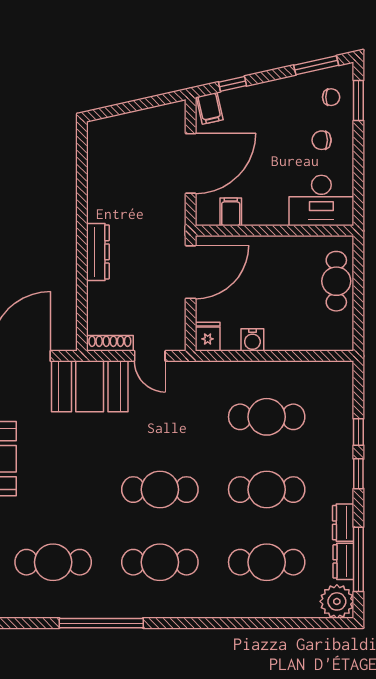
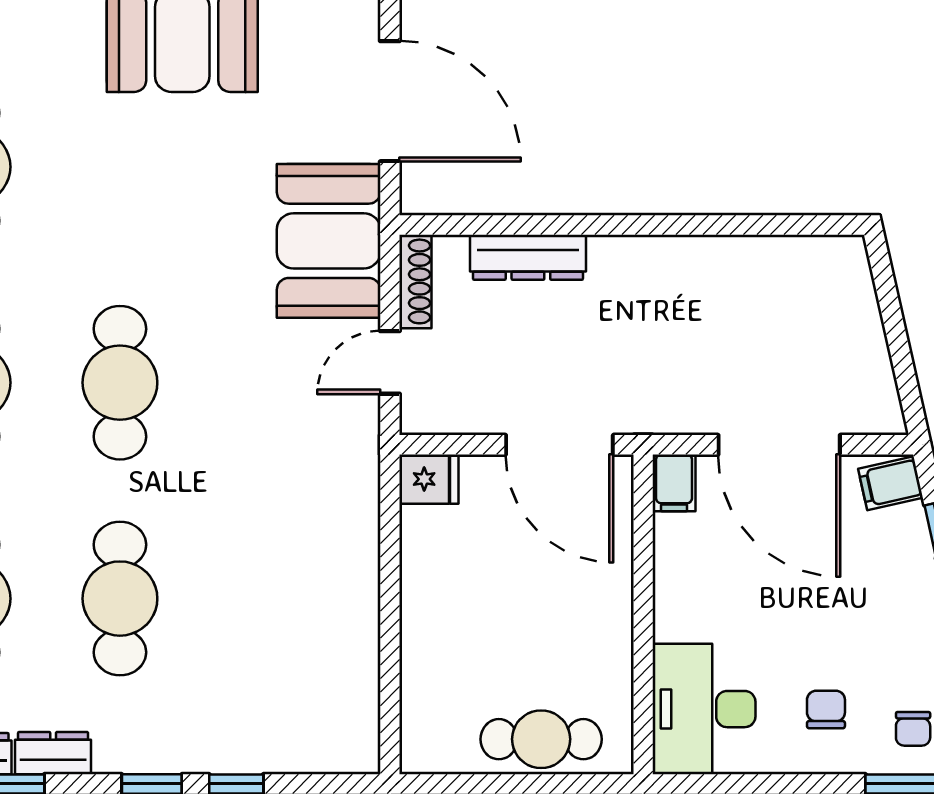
filing cabinet: (231, 212) -> (674, 483), moved, turned 90
dresser: (98, 252) -> (528, 257), moved
water cooler: (252, 340) -> (422, 570), removed
cafe table: (267, 417) -> (267, 599), removed

